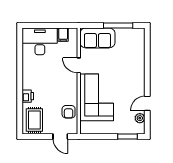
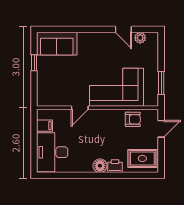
window: (118, 25) -> (34, 63), width x0.46
sofa: (97, 38) -> (57, 44), moved, turned 90
floor lamp: (28, 83) -> (100, 166), added
window: (127, 136) -> (161, 83), moved

